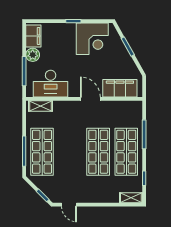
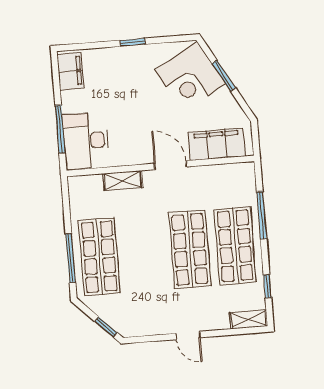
corner desk: (92, 39) -> (190, 77), moved, turned 61
plant: (33, 55) -> (72, 102), removed
desk: (51, 84) -> (86, 141), moved, turned 90
shelving: (40, 106) -> (123, 181), moved
door: (69, 205) -> (188, 335), moved

